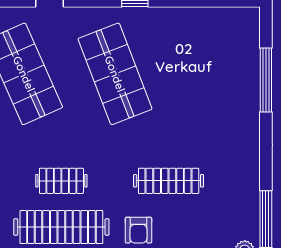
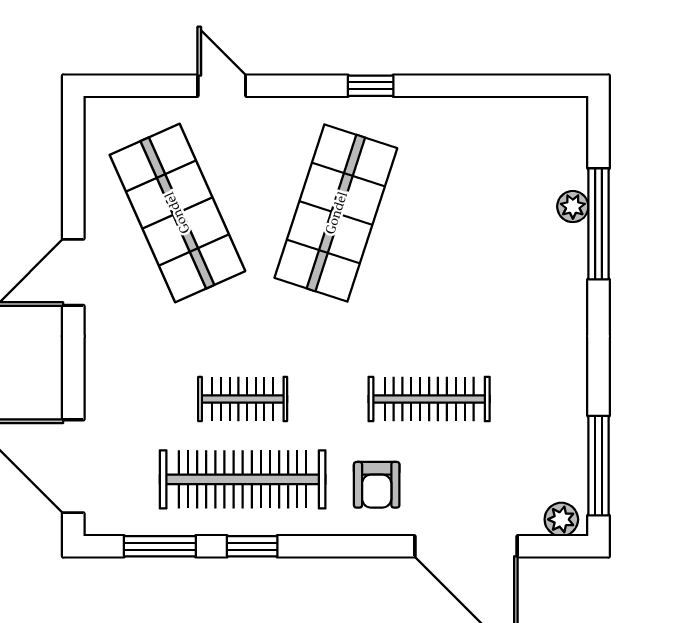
plant: (251, 70) -> (573, 207), added
shop shelf: (115, 74) -> (336, 213), turned 39

